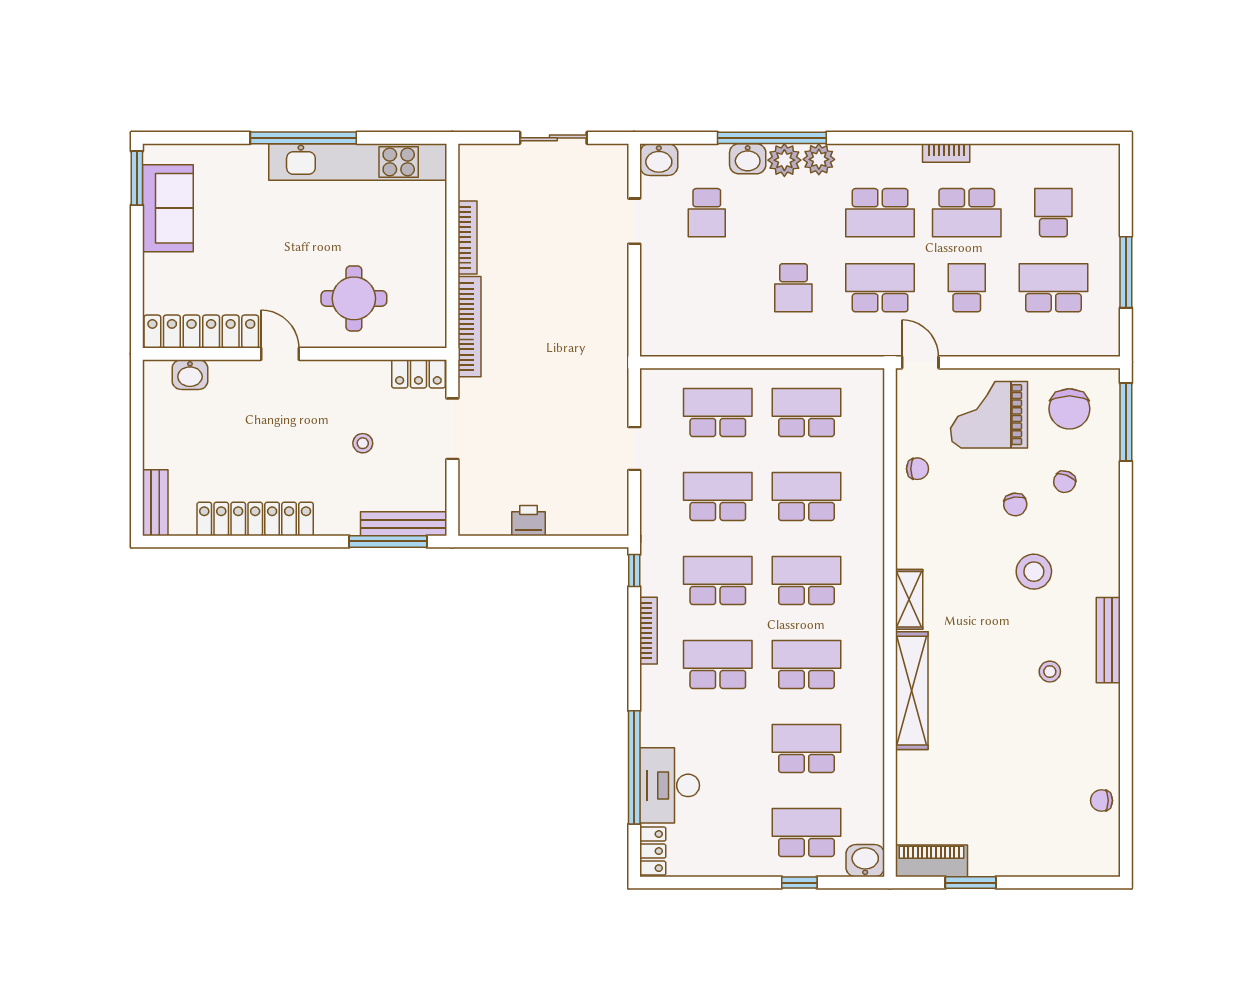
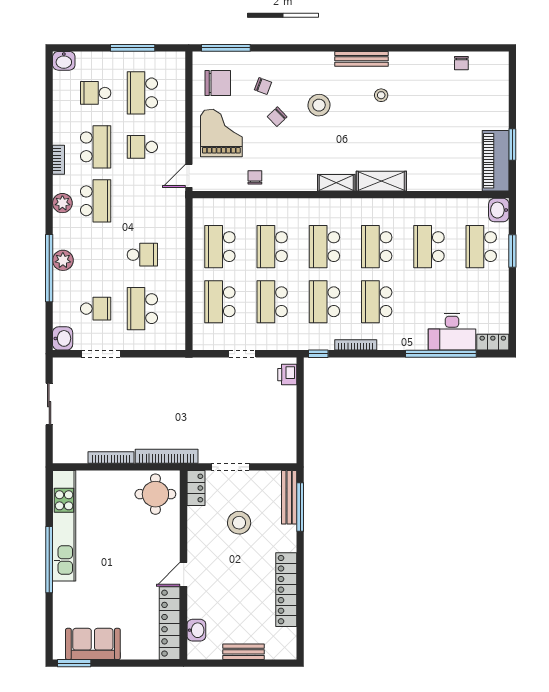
washbasin: (748, 159) -> (64, 61), moved, turned 90
plant: (819, 159) -> (62, 203), moved
doorway: (634, 221) -> (101, 354), width x1.38
school desk: (880, 288) -> (142, 309), moved
round table: (354, 298) -> (155, 494), moved
grand piano: (989, 415) -> (221, 133), turned 180
stool: (363, 443) -> (239, 523), width x1.89, depth x1.89
bench: (155, 503) -> (243, 652), moved
chair: (1015, 504) -> (277, 117), turned 143
printer: (528, 521) -> (287, 375), moved
shelving: (912, 691) -> (381, 181), width x0.68
piano: (931, 861) -> (496, 161), width x1.37, depth x1.33
window: (799, 883) -> (512, 251), width x1.50

